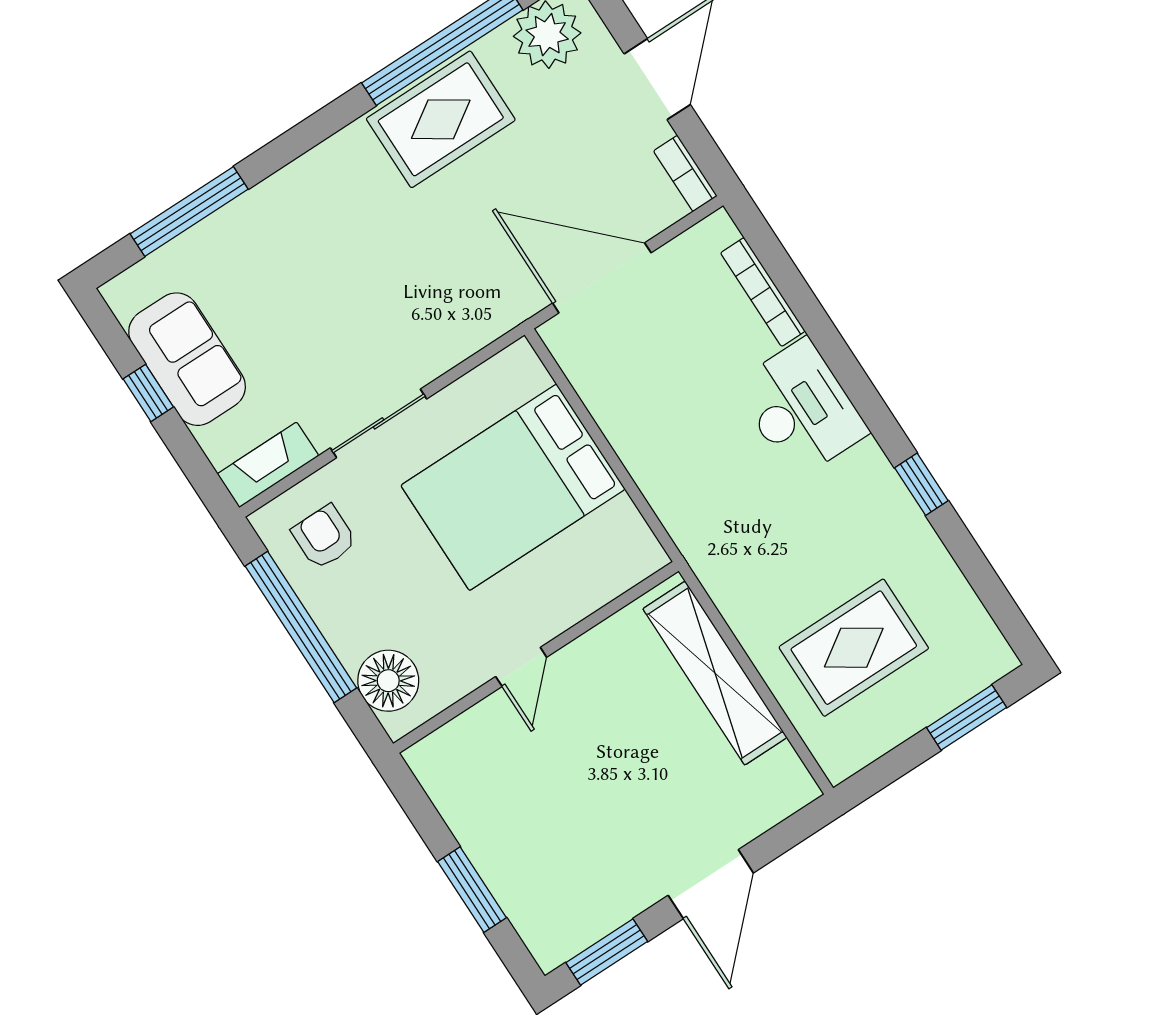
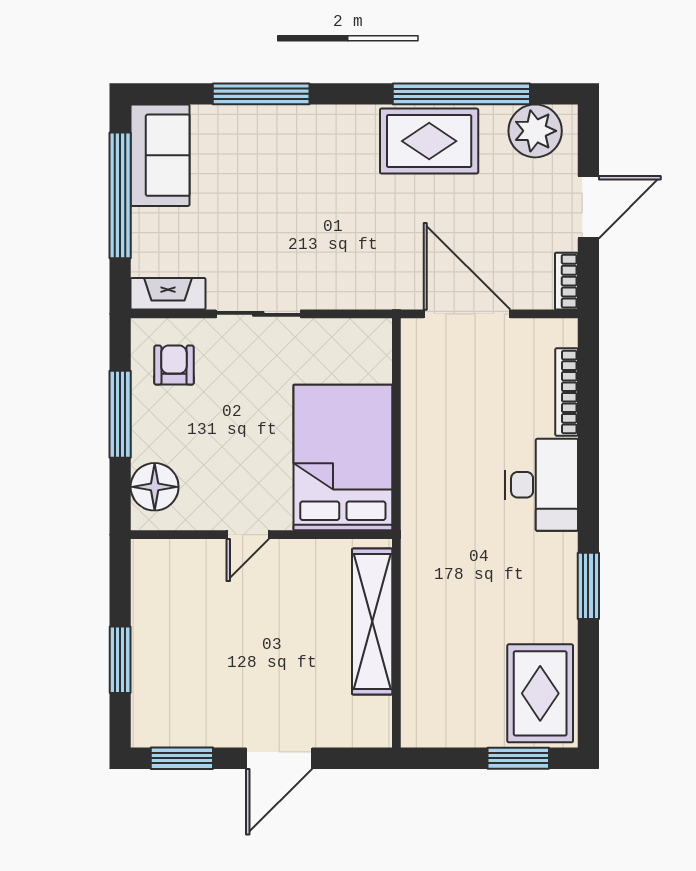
window: (189, 211) -> (261, 94), moved
sofa: (187, 359) -> (160, 155), moved
window: (148, 393) -> (120, 195), width x3.17
window: (921, 484) -> (588, 586), width x1.50
bed: (513, 487) -> (343, 457), moved, turned 90
window: (301, 627) -> (120, 414), width x0.68
rug: (854, 648) -> (540, 693), moved, turned 90

